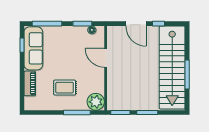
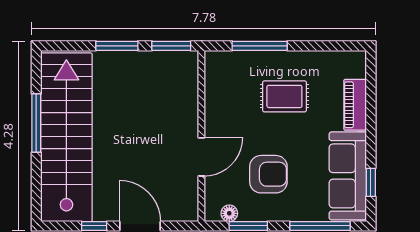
armchair: (73, 49) -> (268, 174), added
door: (106, 58) -> (201, 157), hinge flipped
plant: (96, 102) -> (221, 68), removed

